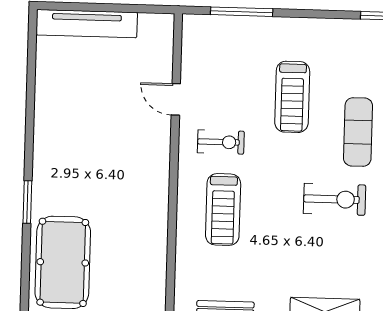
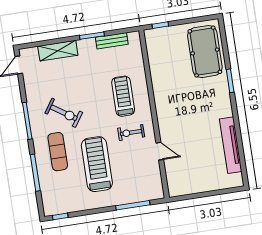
tv unit: (87, 24) -> (231, 145), moved, turned -90
treadmill: (292, 97) -> (97, 164), width x1.37, depth x1.38
exercise bike: (335, 199) -> (64, 113), turned -146

